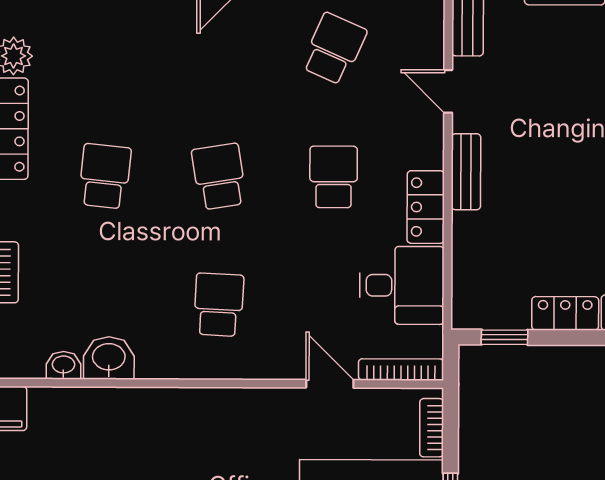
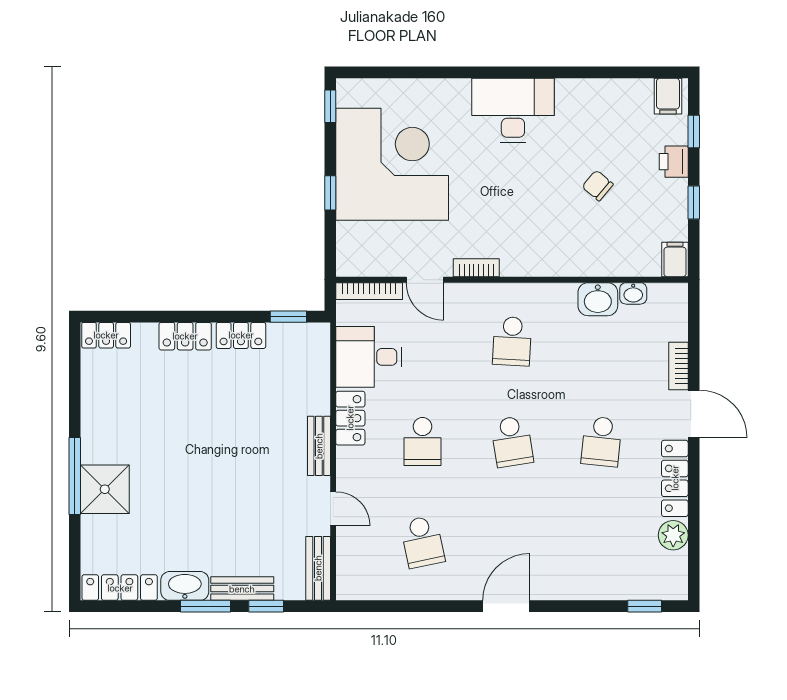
school desk: (334, 49) -> (422, 542), turned -36
bookcase: (432, 428) -> (476, 268), moved, turned -90

